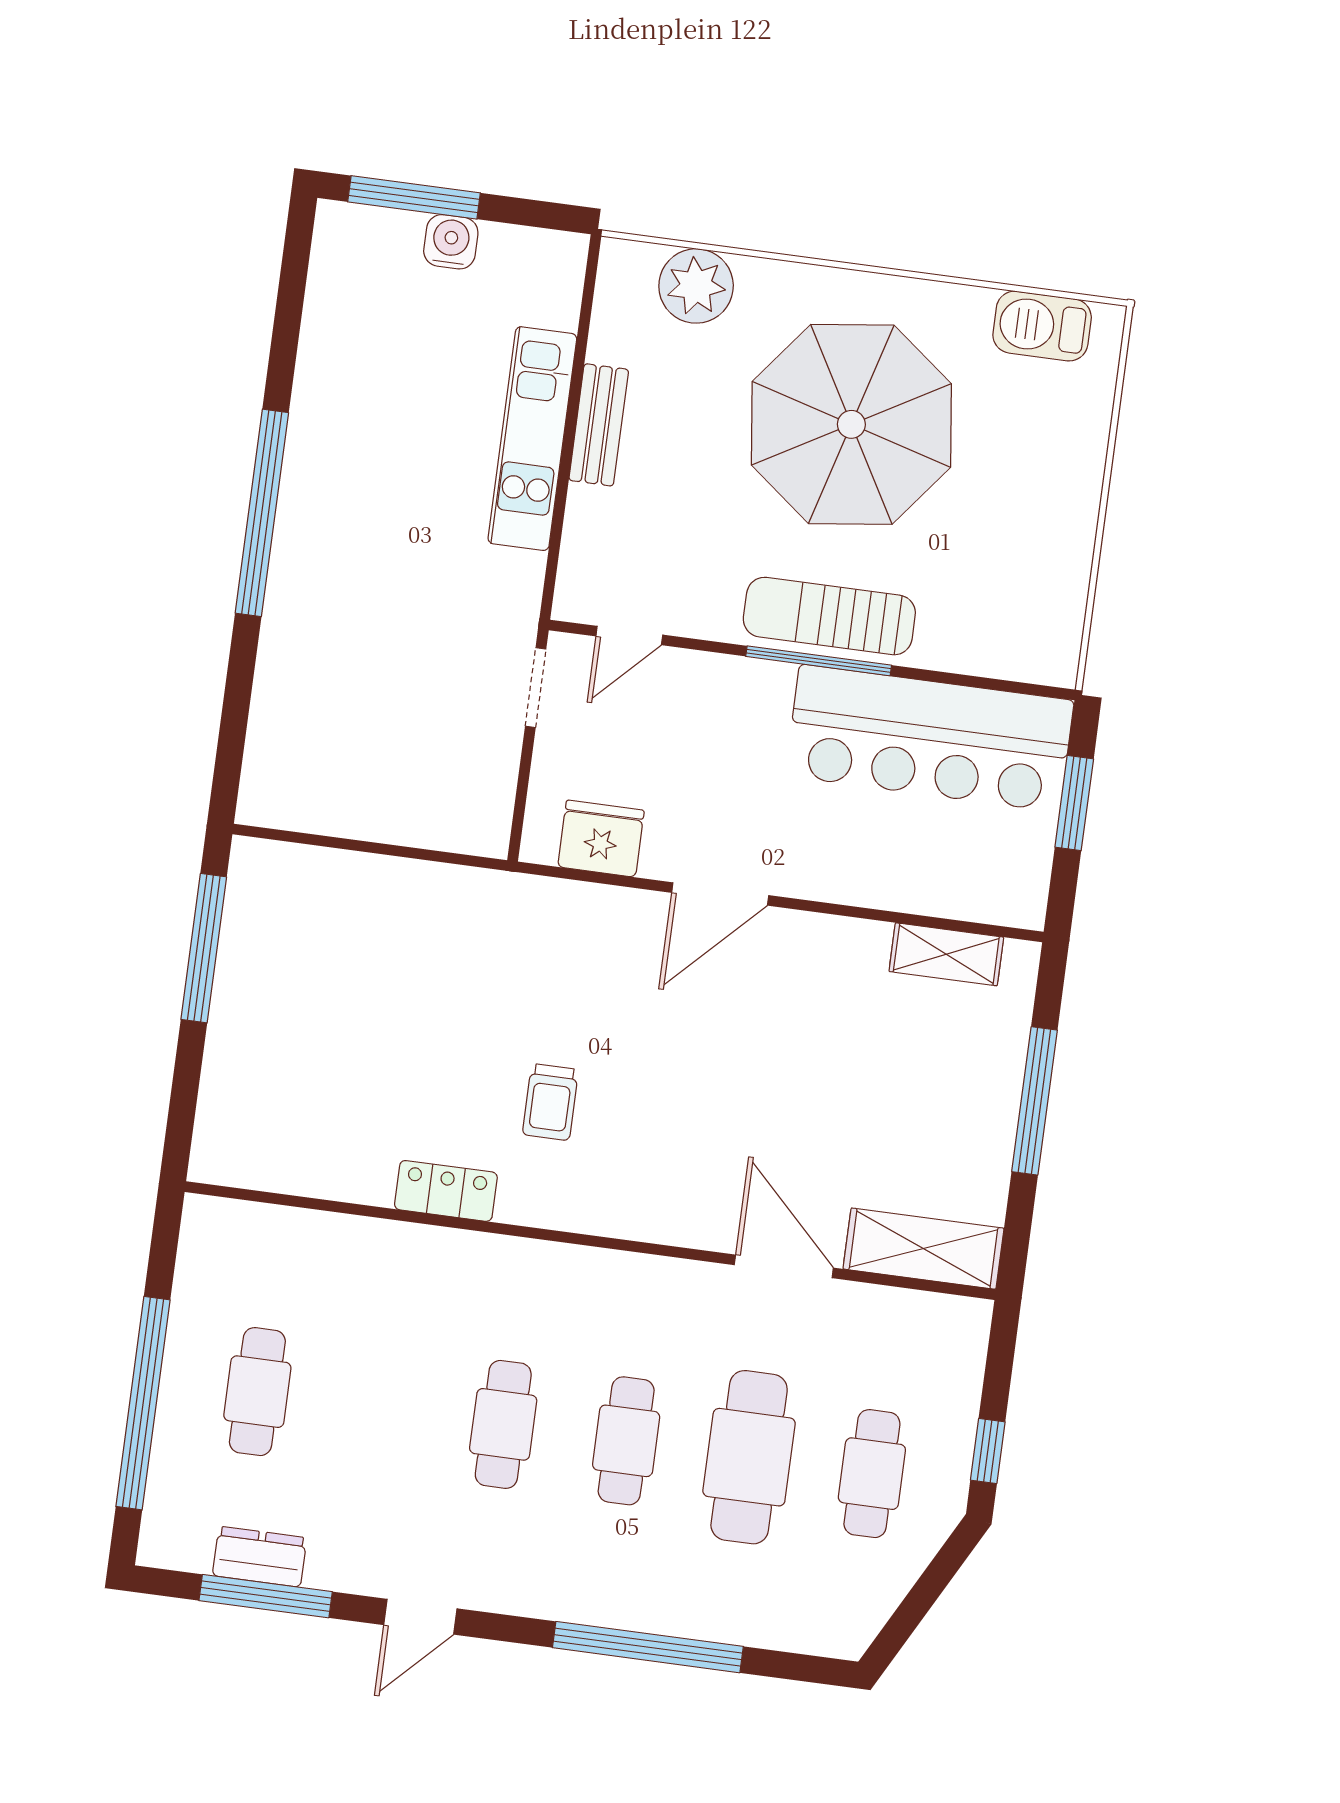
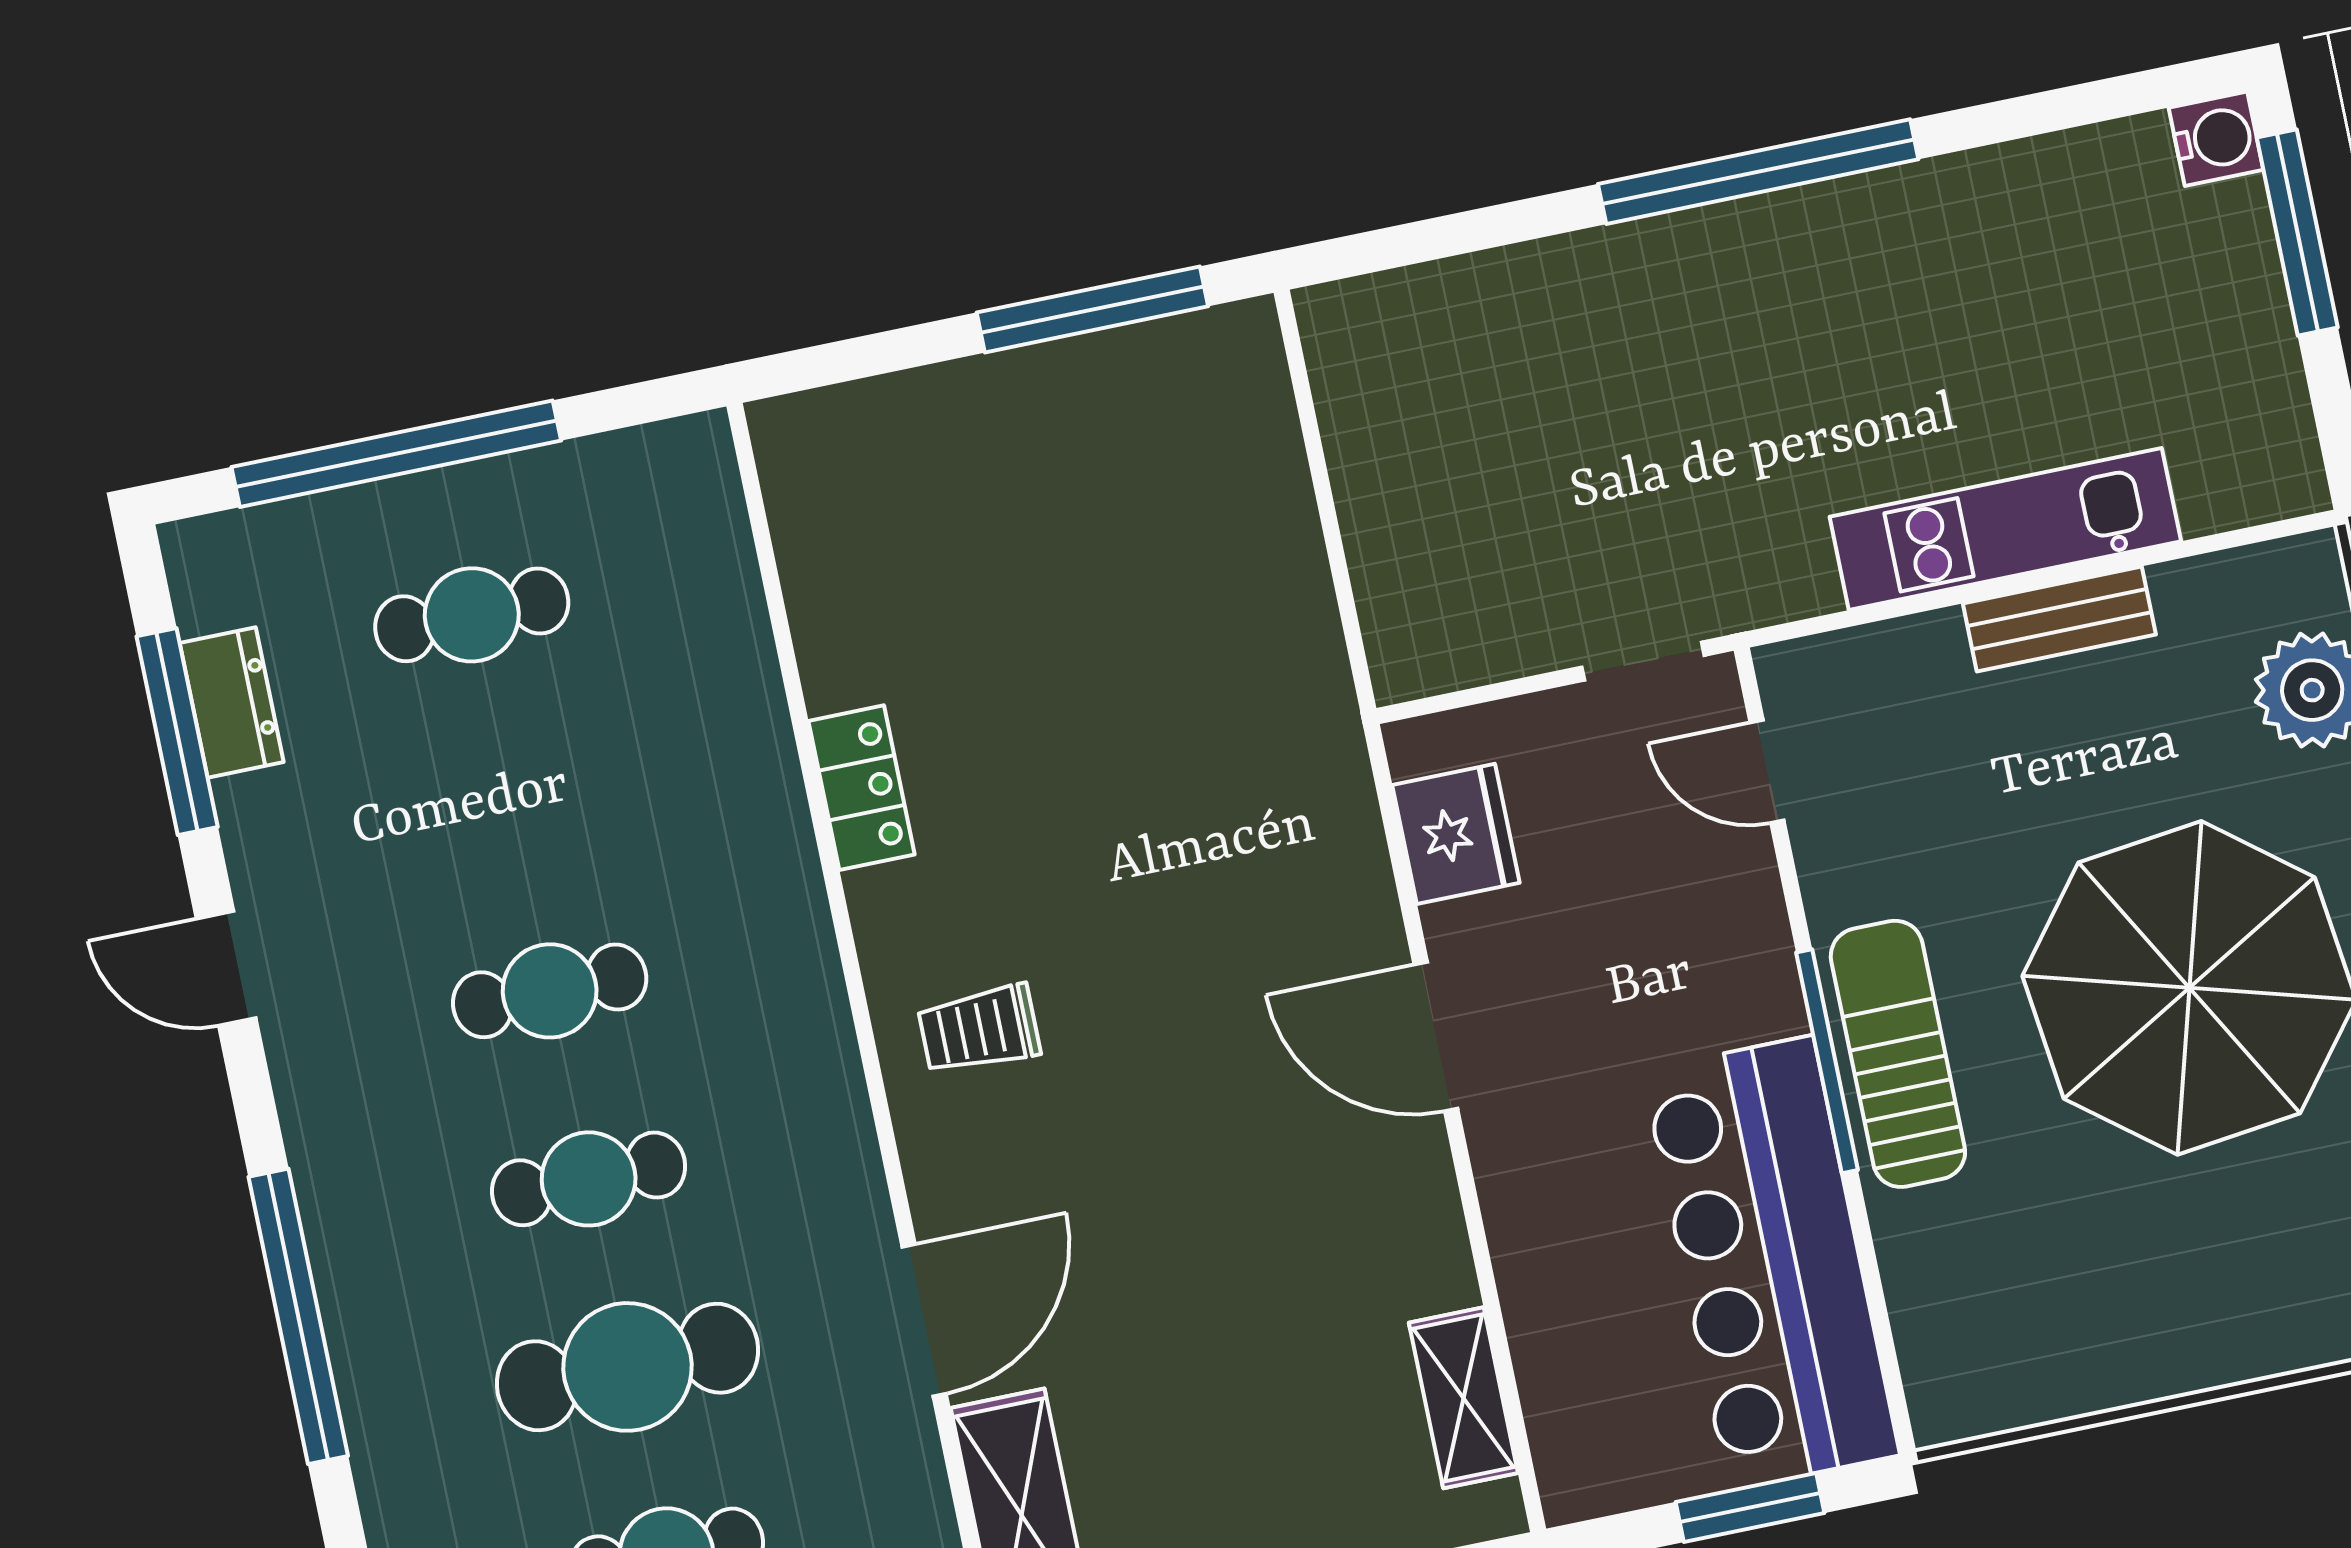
water cooler: (451, 242) -> (2216, 139), moved
trolley: (550, 1102) -> (979, 1029), moved

